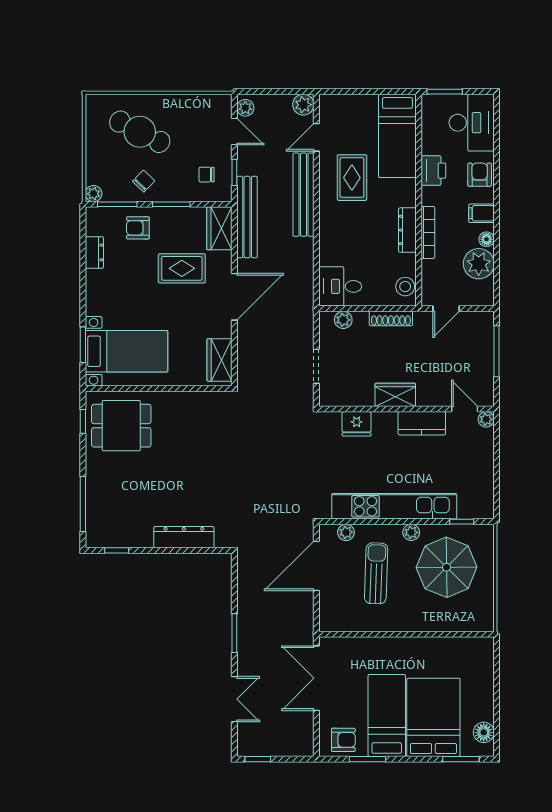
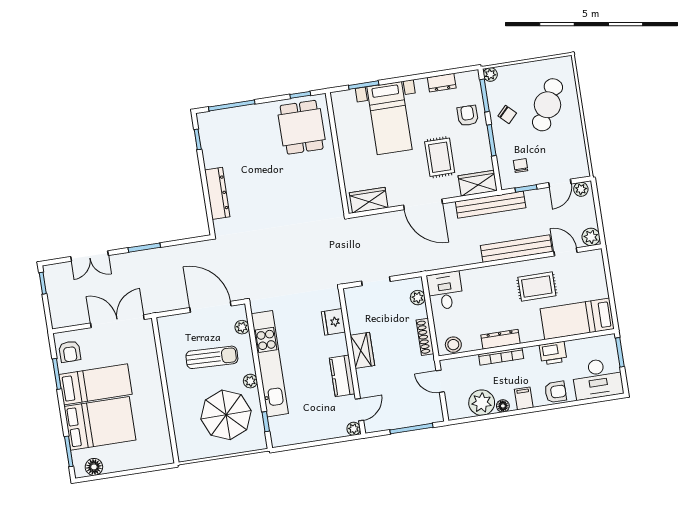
bed with nightstands: (127, 351) -> (389, 118), moved

